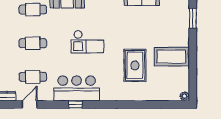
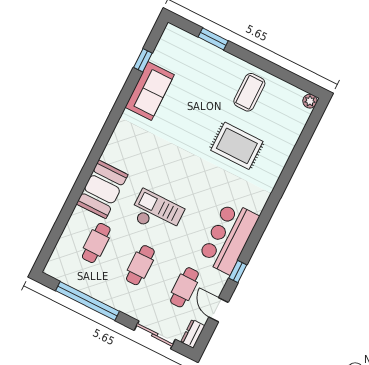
checkout: (87, 42) -> (157, 213), moved, turned -90
coffee table: (171, 57) -> (249, 92), width x0.73, depth x0.76
window: (75, 104) -> (238, 271), moved

